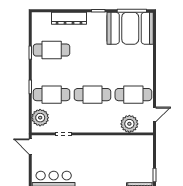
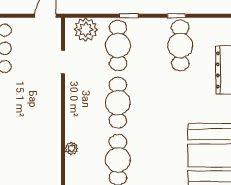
plant: (129, 124) -> (71, 148), width x0.53, depth x0.53

